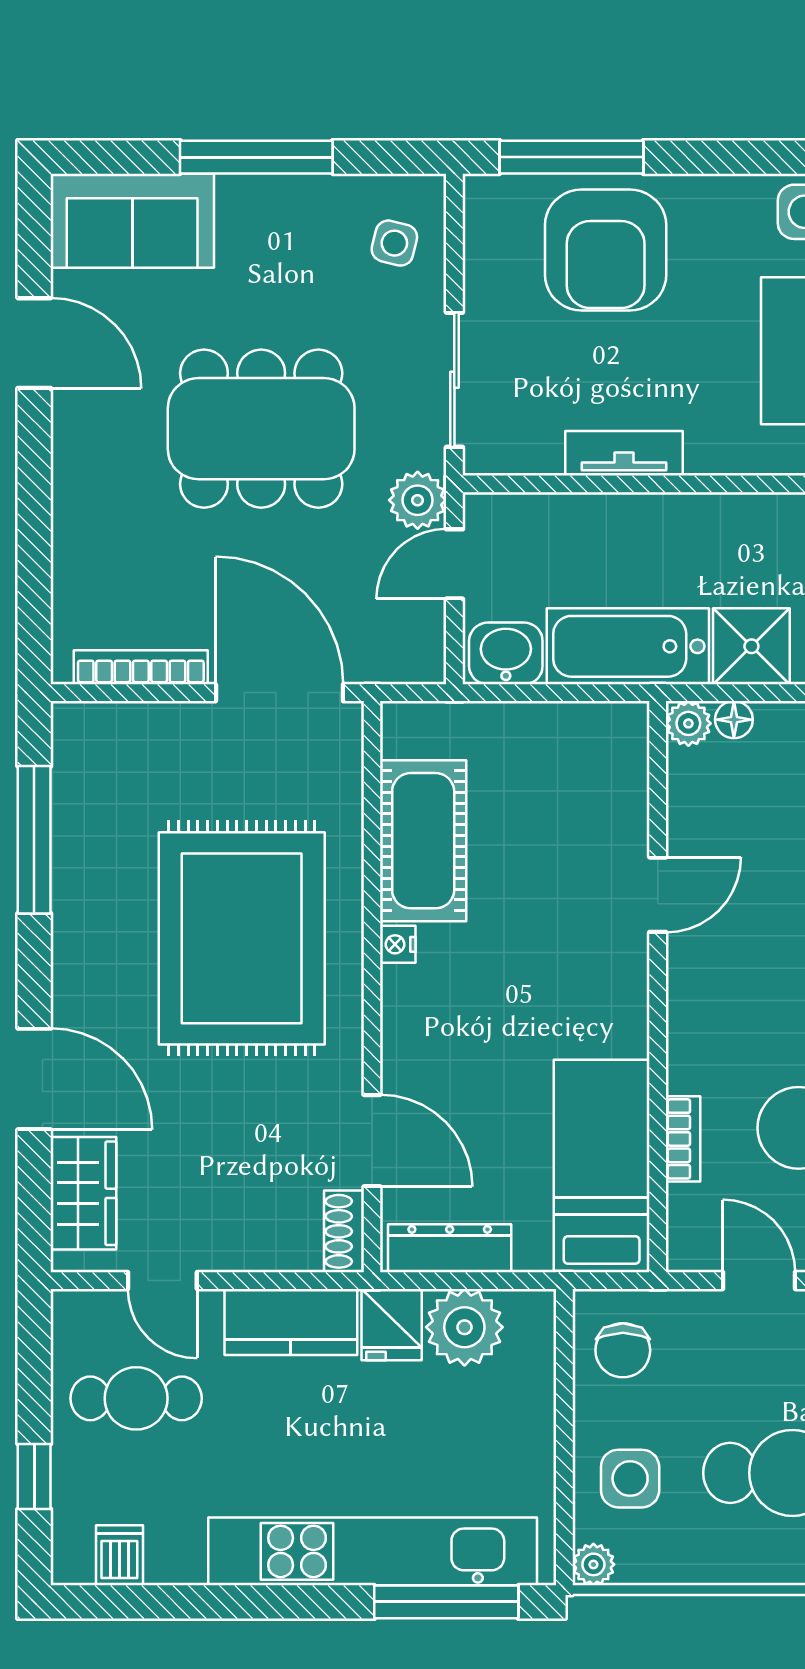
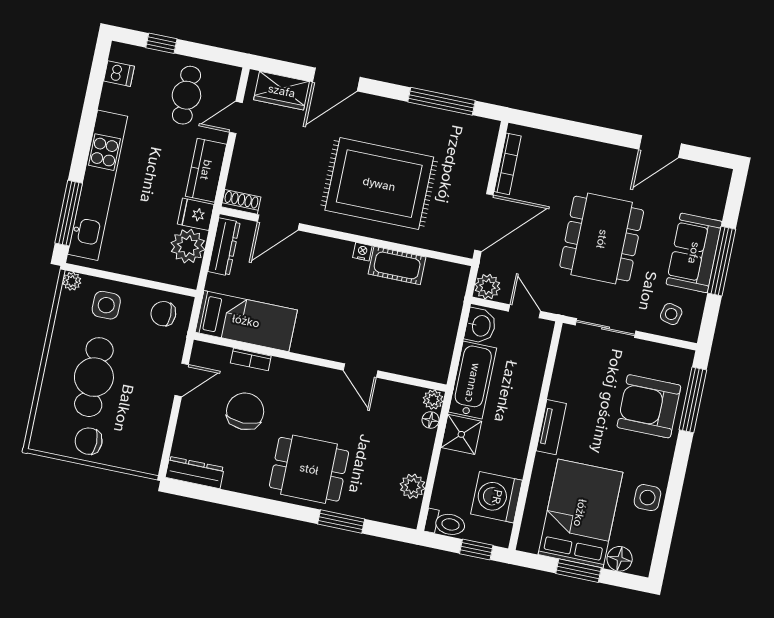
sofa: (132, 221) -> (694, 253), moved
tv unit: (624, 453) -> (551, 427), moved
plant: (418, 500) -> (487, 287), moved
cot: (423, 841) -> (397, 265), width x0.73, depth x0.75

